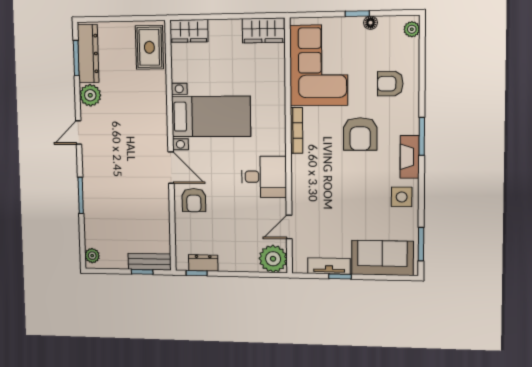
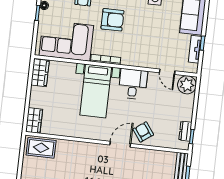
bed with nightstands: (211, 117) -> (96, 91), moved, turned 180
armchair: (194, 200) -> (143, 132), turned -126

